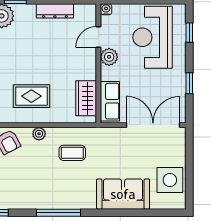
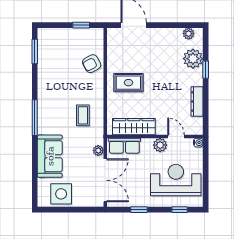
rug: (31, 96) -> (128, 83), turned 90
wardrobe: (86, 98) -> (134, 127), width x1.50
plant: (39, 134) -> (98, 150), moved
window: (59, 213) -> (35, 118), moved

